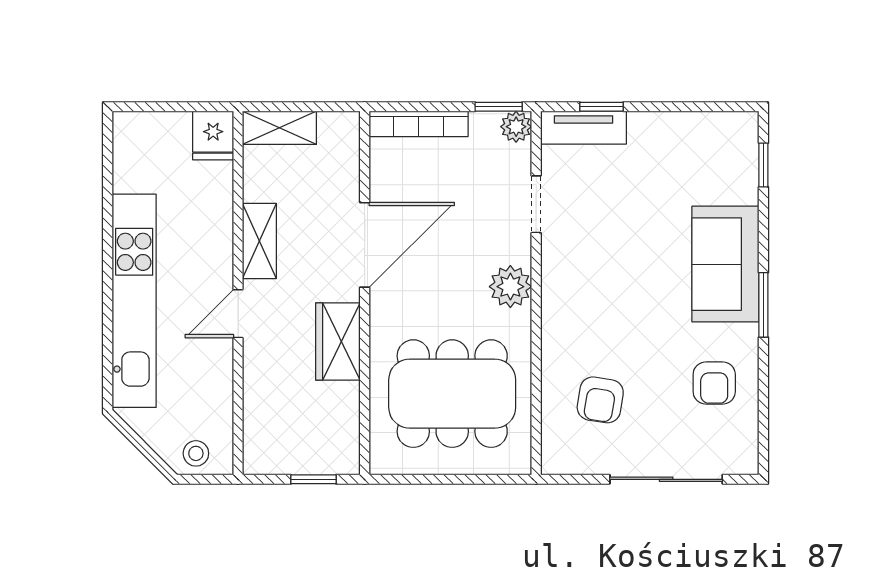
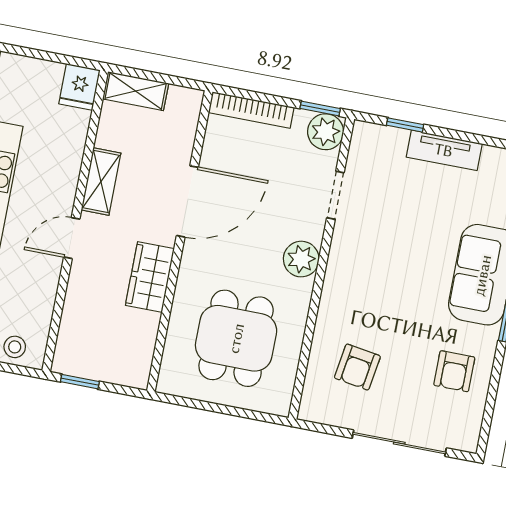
plant: (516, 127) -> (326, 132), width x1.38, depth x1.38
tv unit: (583, 128) -> (444, 150), moved
dining table: (452, 394) -> (236, 338), width x0.73
window: (314, 479) -> (80, 382), moved

